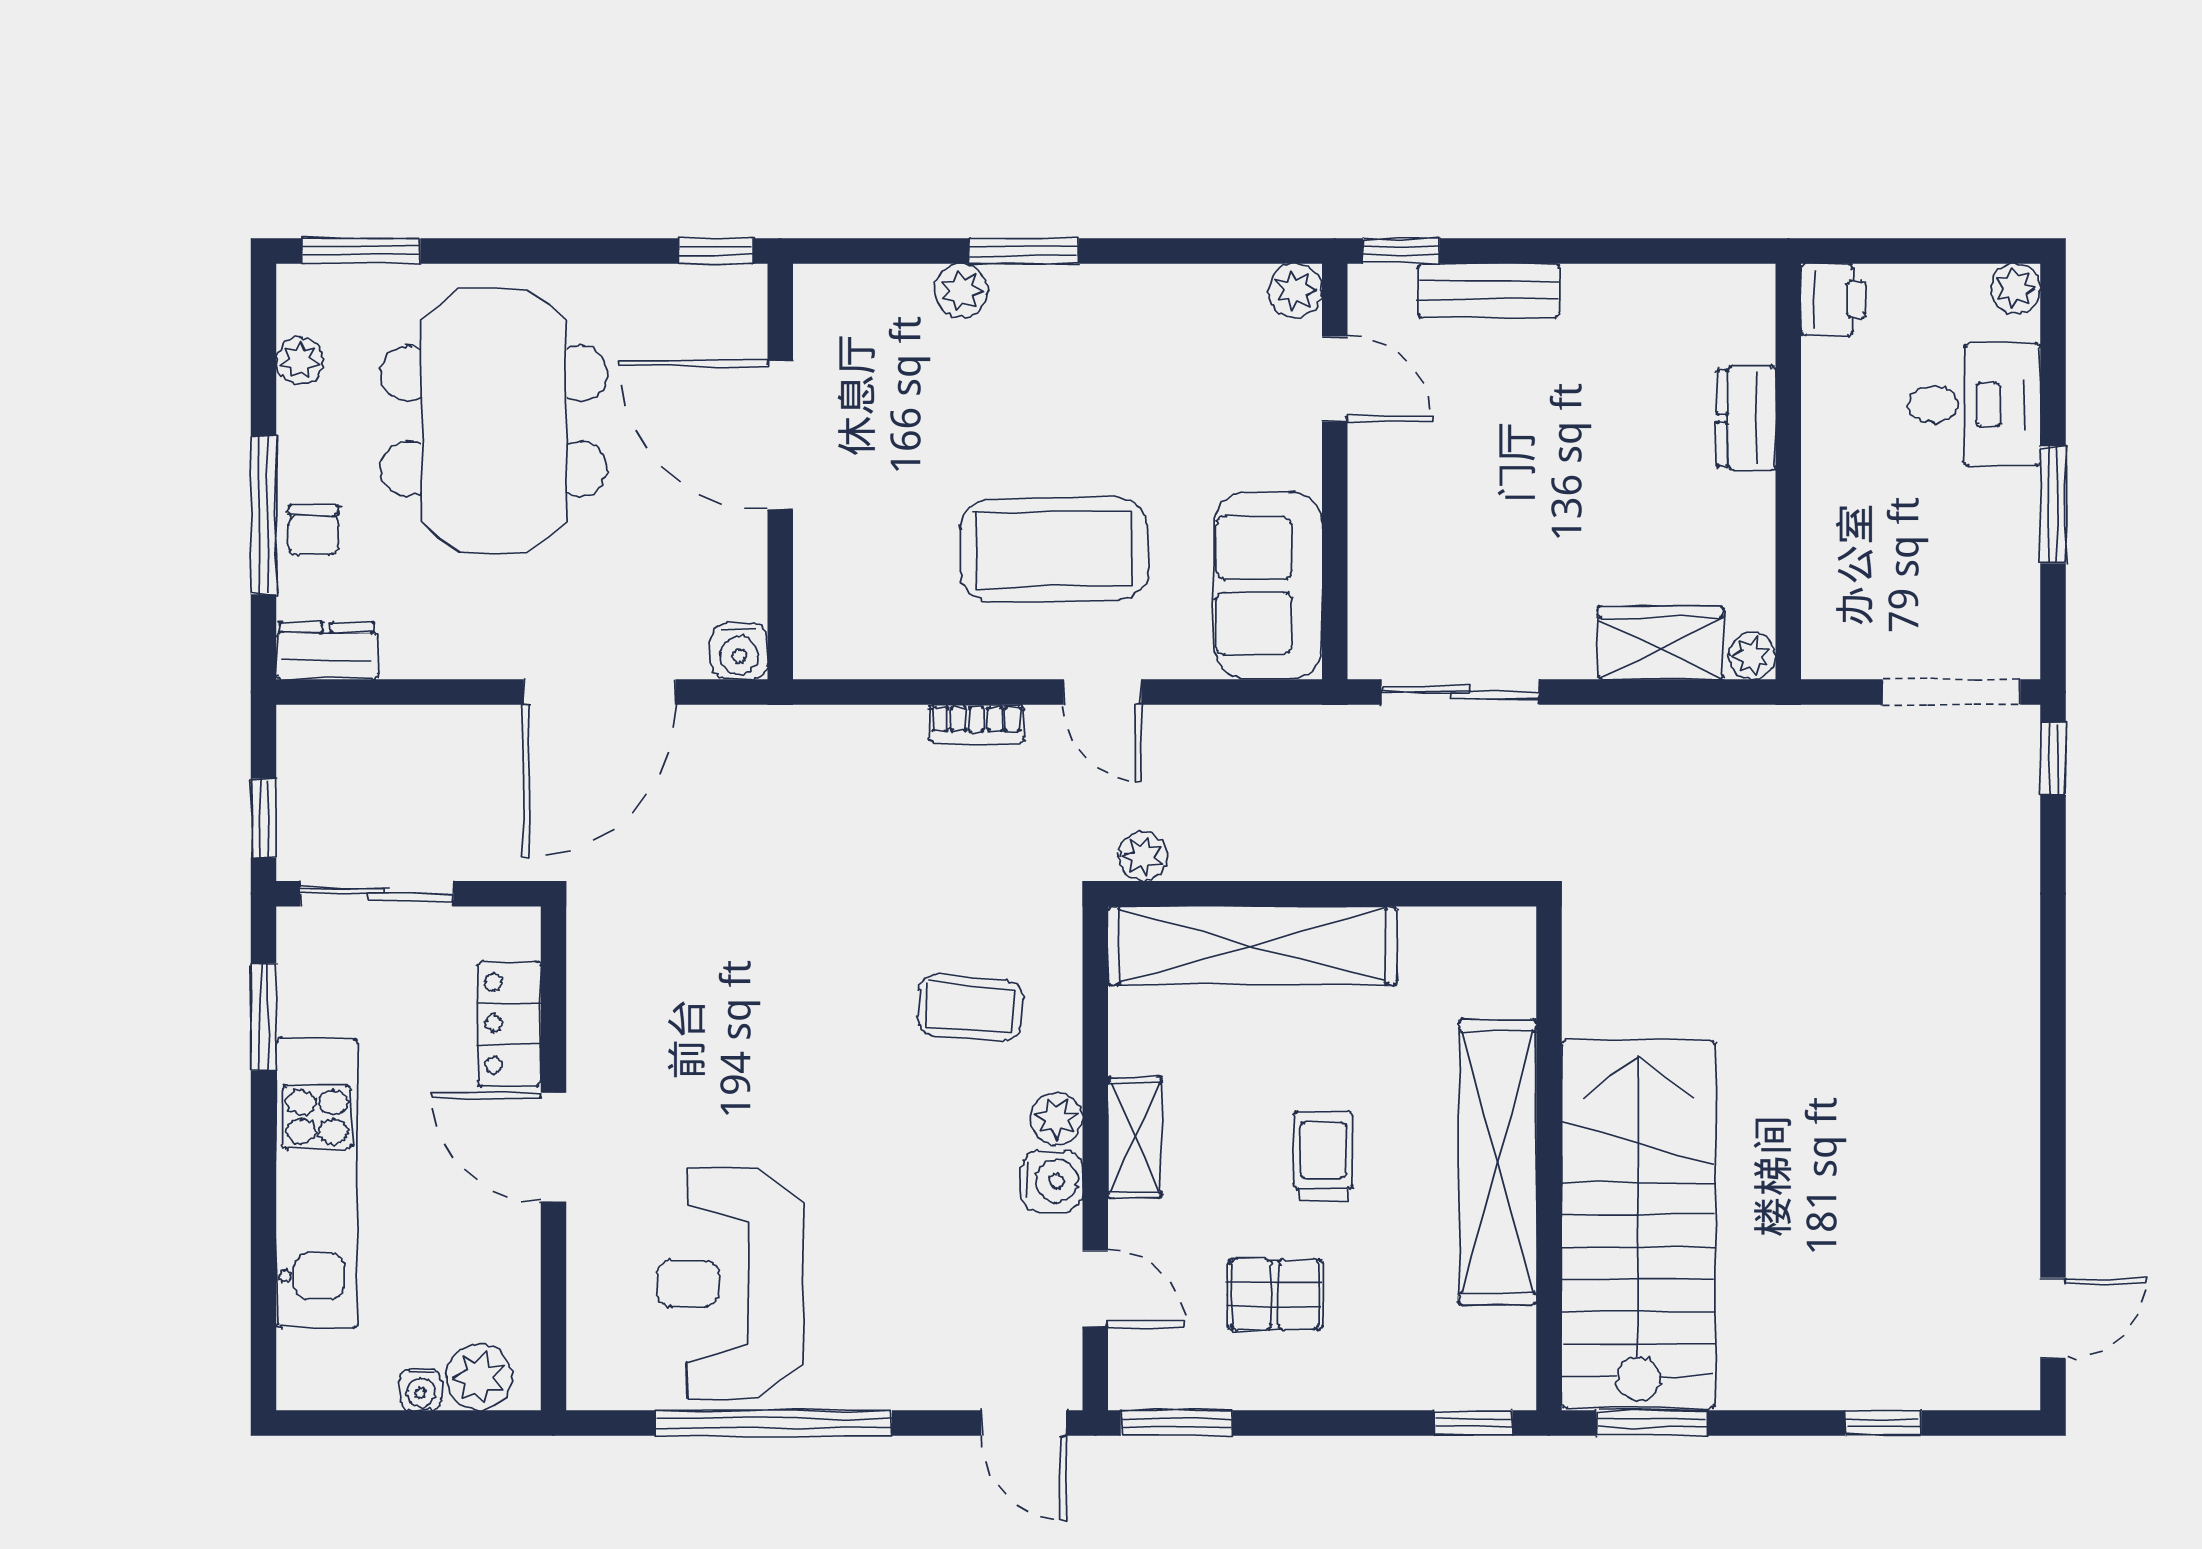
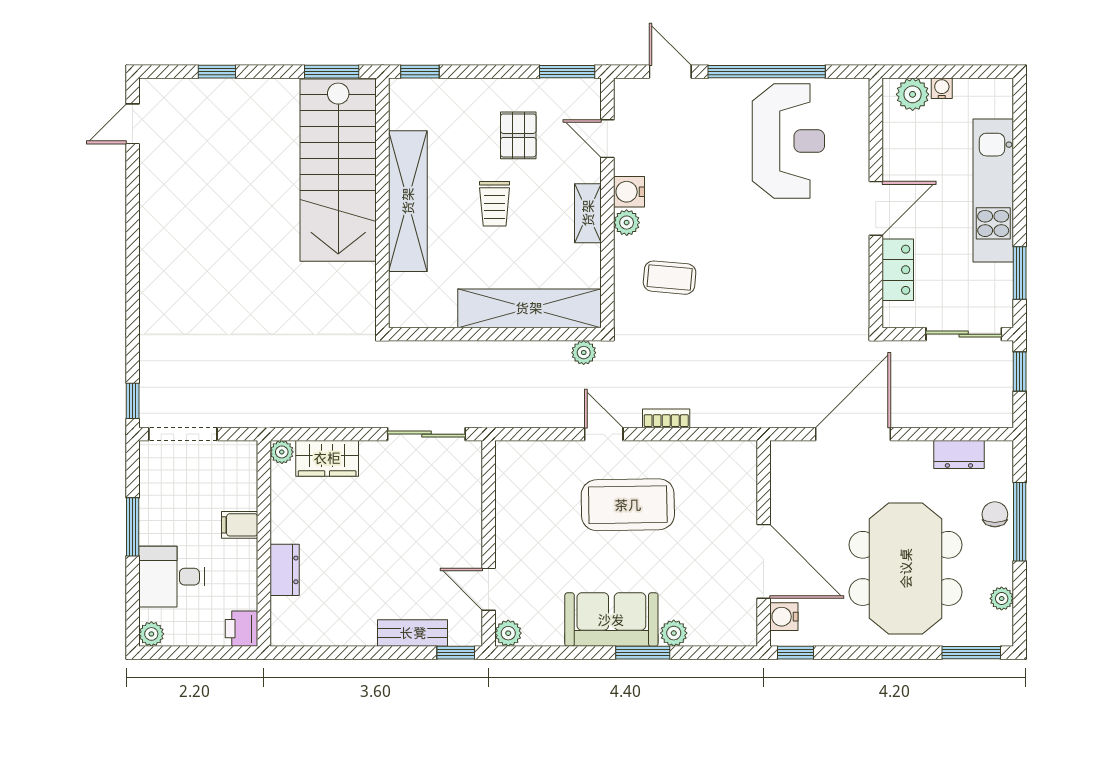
filing cabinet: (1837, 509) -> (240, 525), added
sofa: (1268, 586) -> (611, 620), moved, turned -90
dresser: (327, 651) -> (959, 454), moved
water cooler: (739, 651) -> (784, 617), moved, turned -90
door: (553, 1147) -> (876, 208), hinge flipped
pallet: (1275, 1294) -> (518, 135), turned 90
door: (1024, 1423) -> (670, 72), moved

